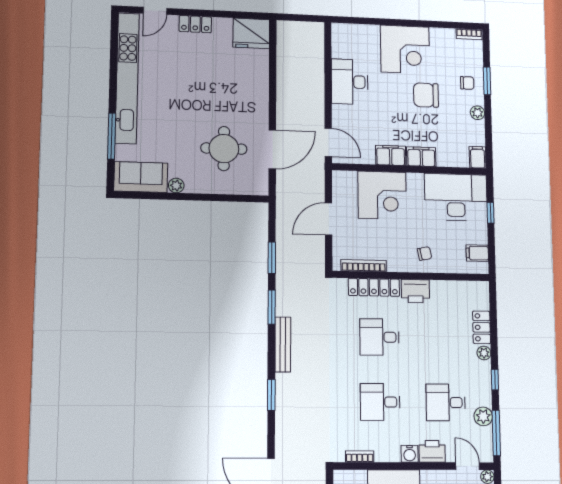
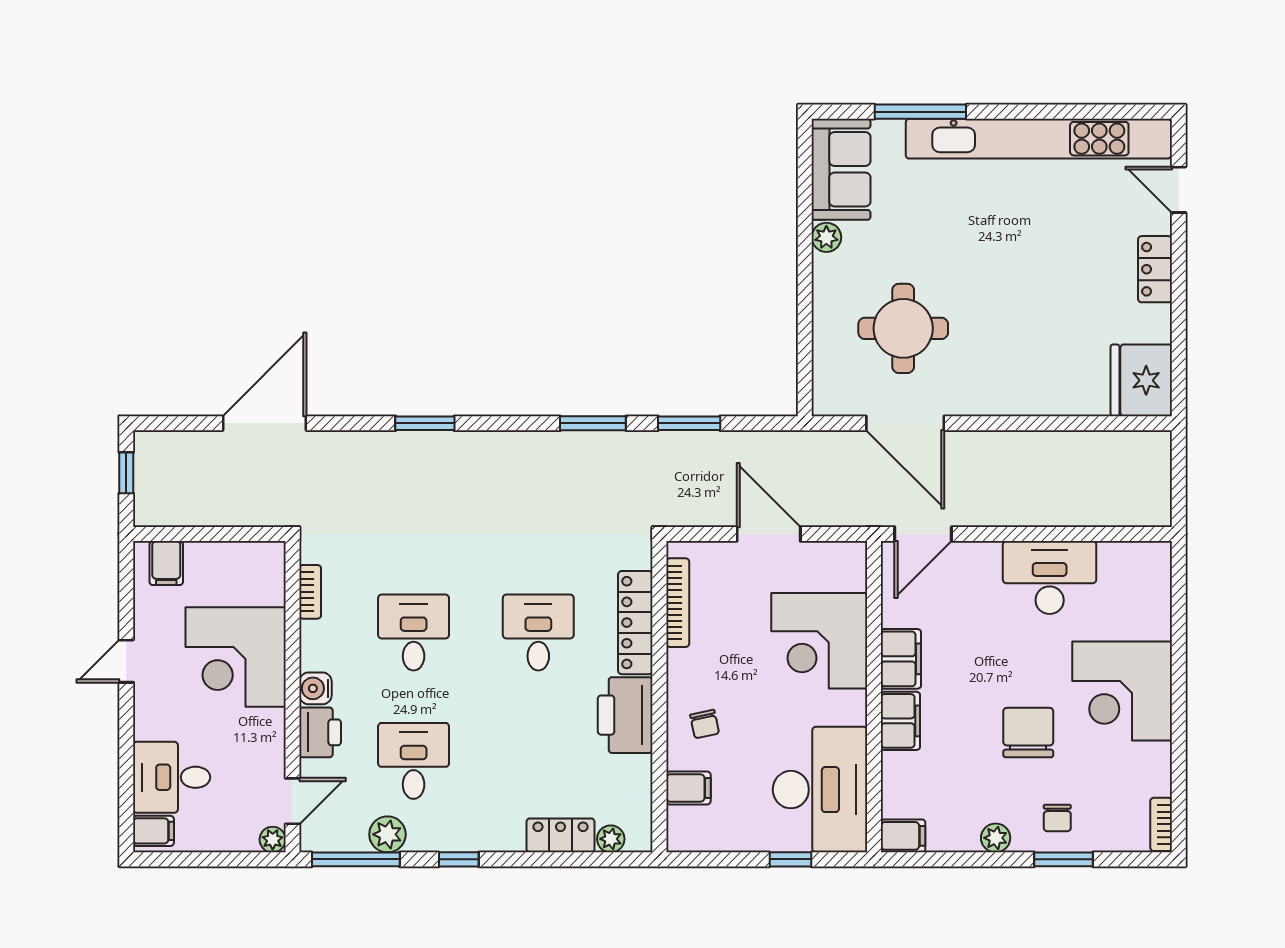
filing cabinet: (477, 253) -> (688, 788), moved, turned 90
printer: (415, 291) -> (625, 715), width x1.37, depth x1.19
bench: (283, 345) -> (521, 445), removed
plant: (484, 353) -> (611, 839), moved

